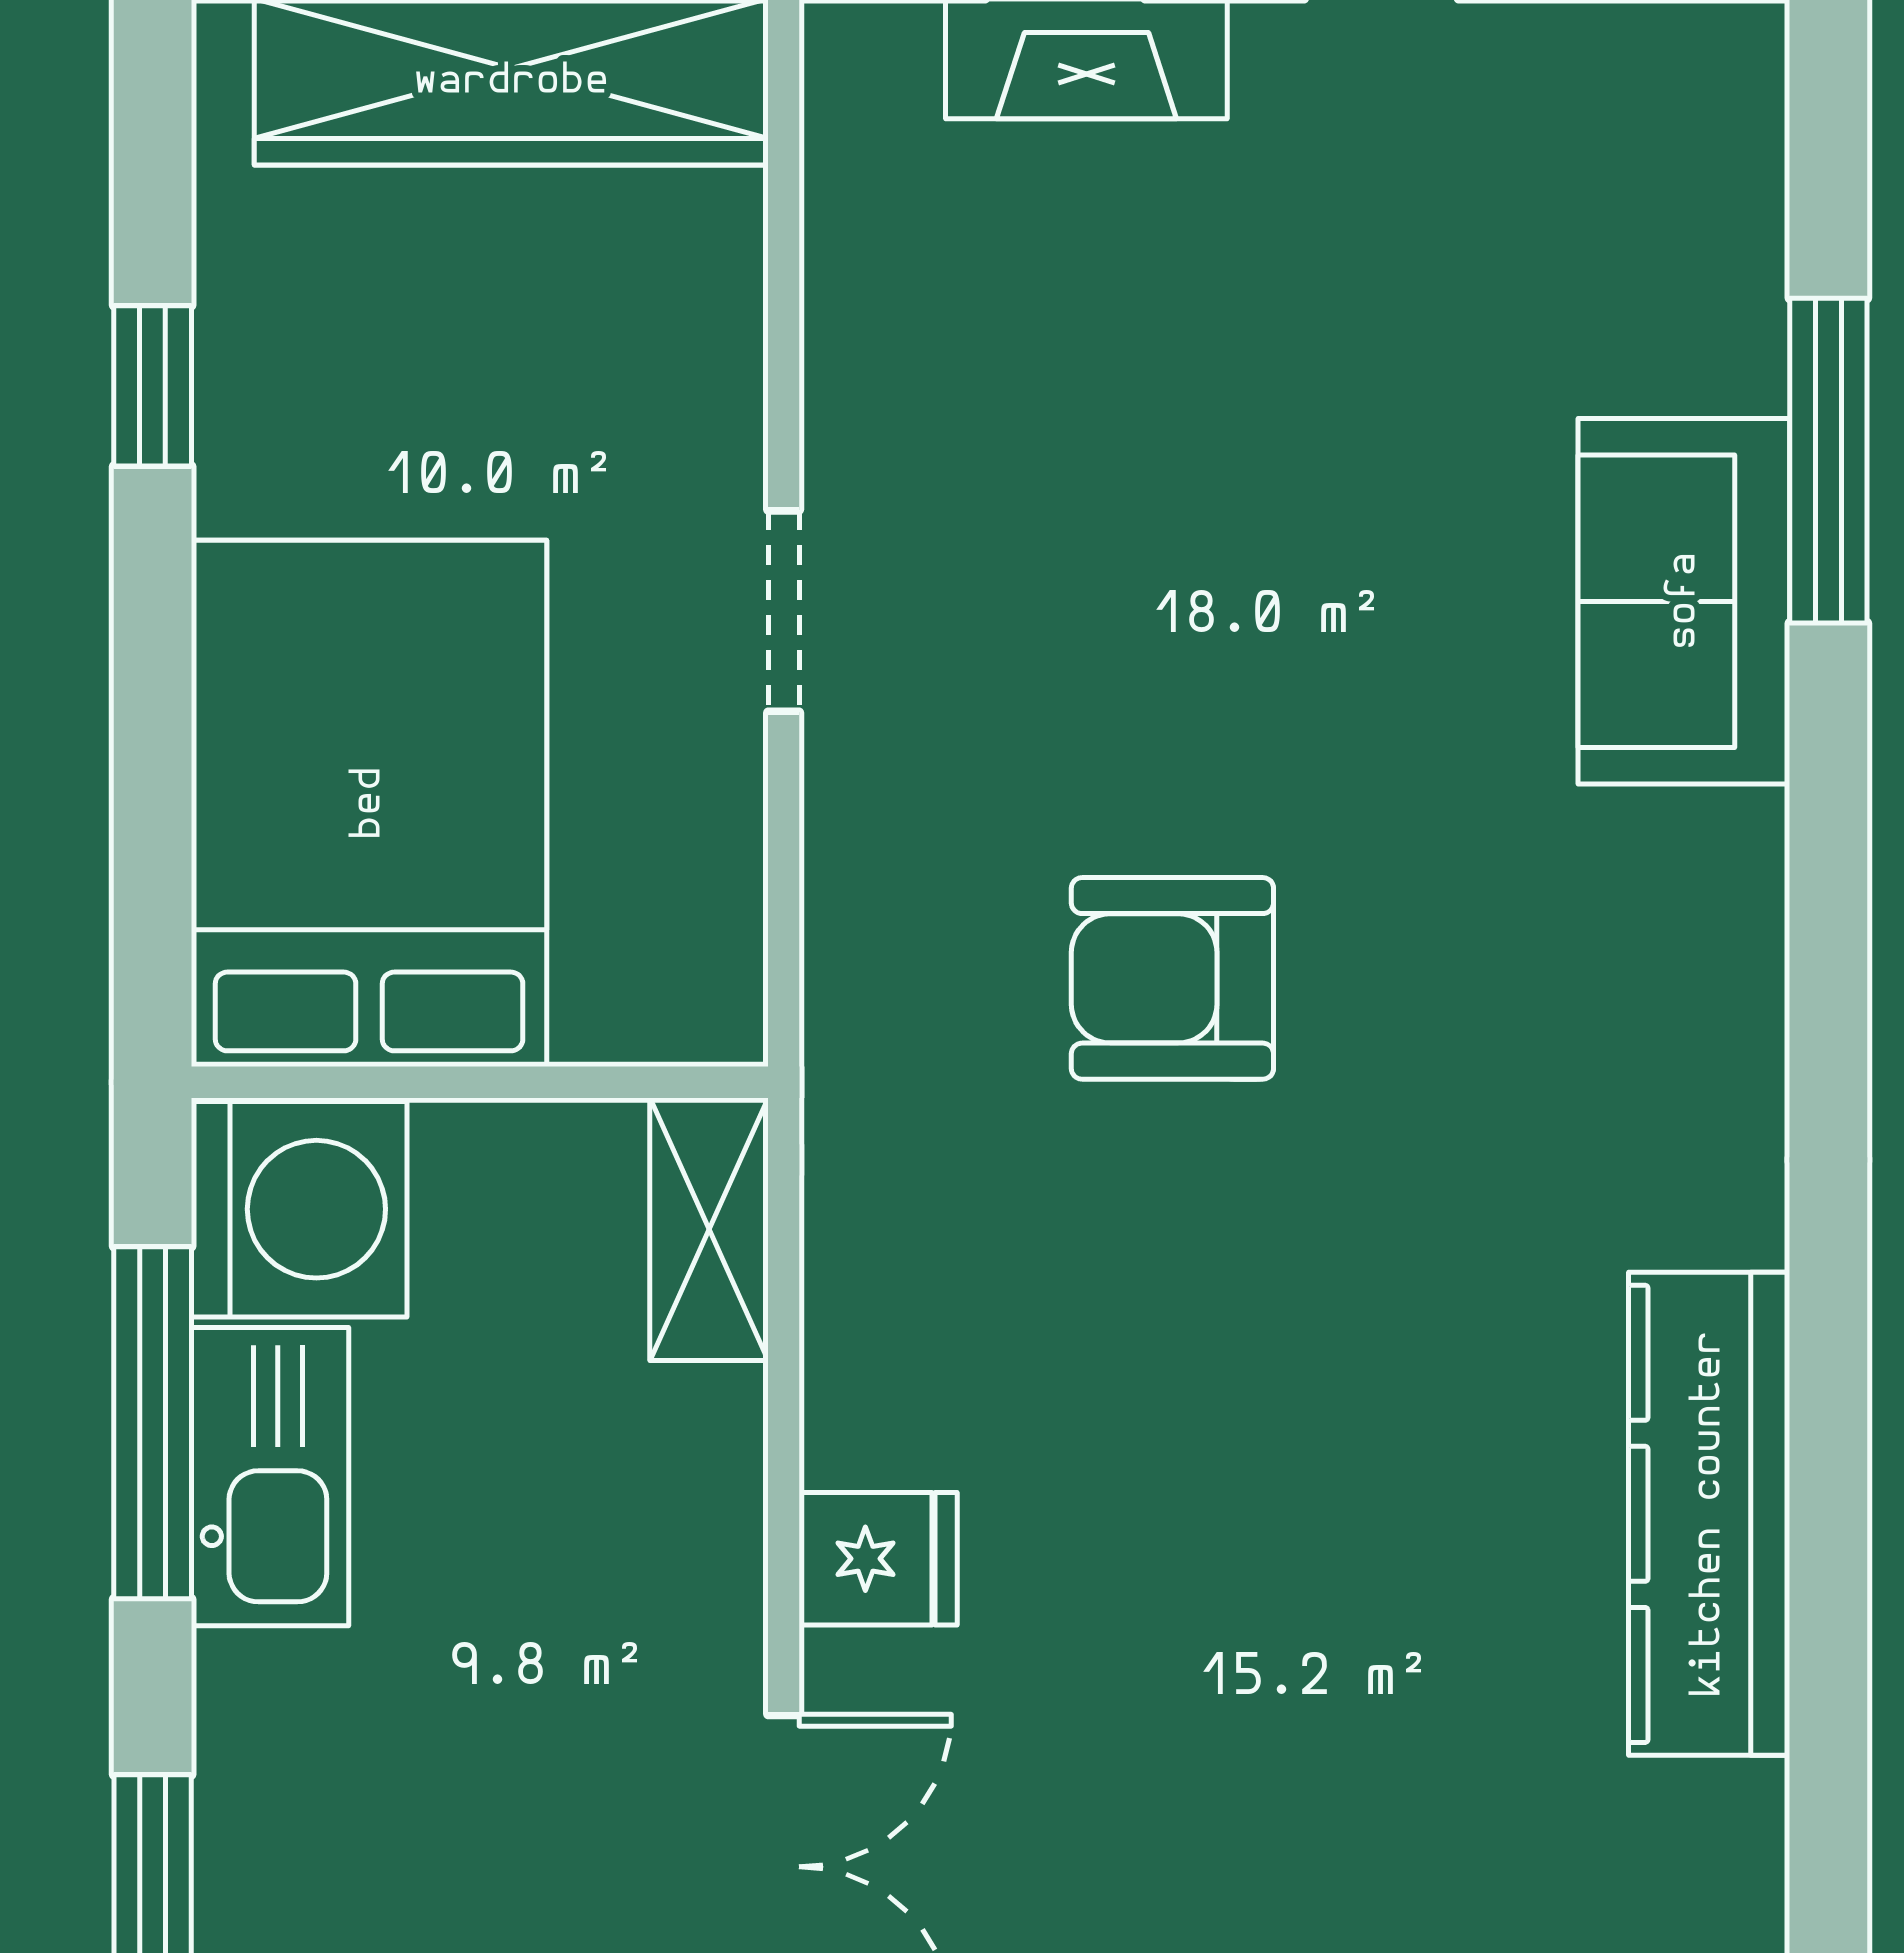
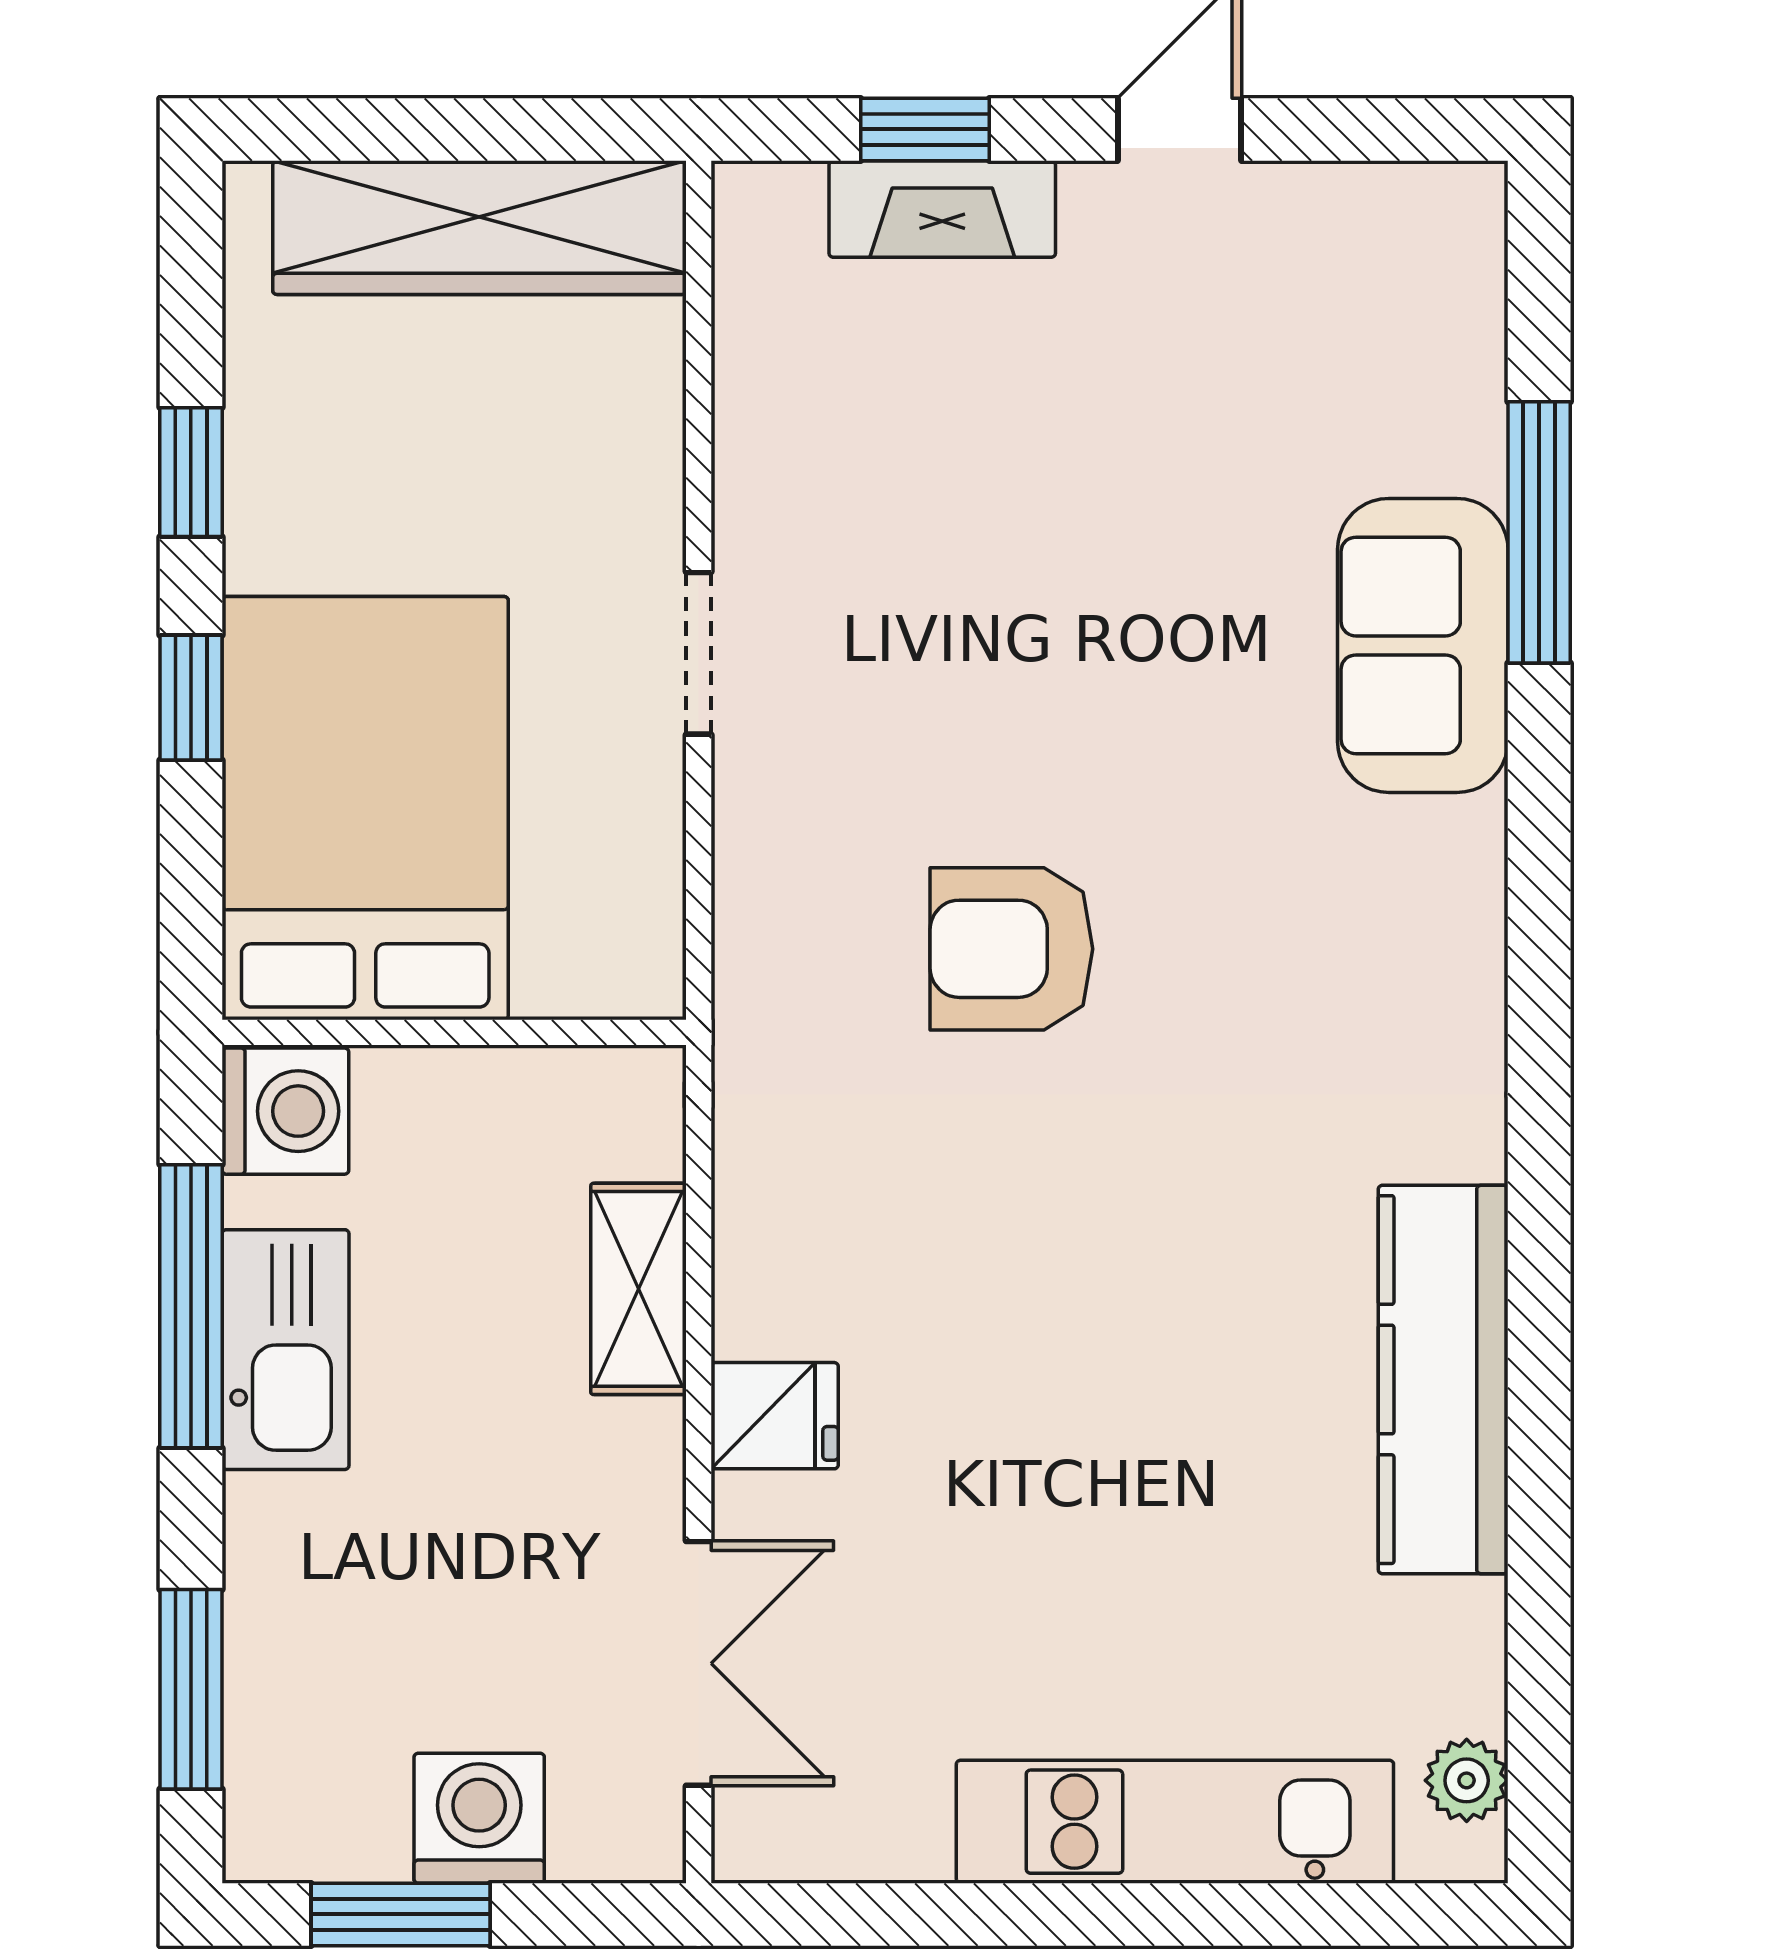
window: (153, 666) -> (191, 698), added
washing machine: (299, 1209) -> (285, 1111), width x0.73, depth x0.73
shelving: (709, 1229) -> (639, 1289), moved

